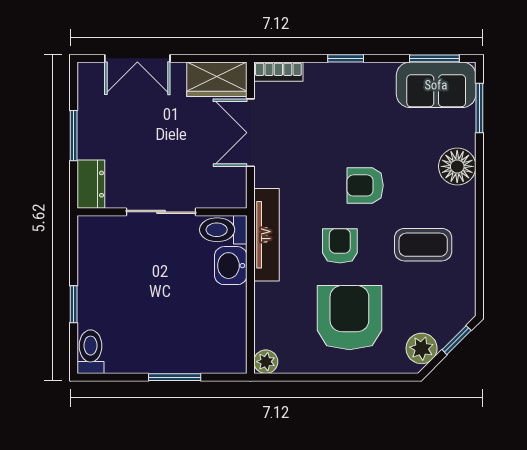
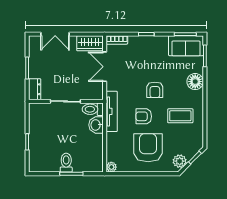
armchair: (365, 185) -> (155, 90), turned -90
armchair: (340, 246) -> (144, 116), turned -90
toilet: (90, 352) -> (66, 163), moved

